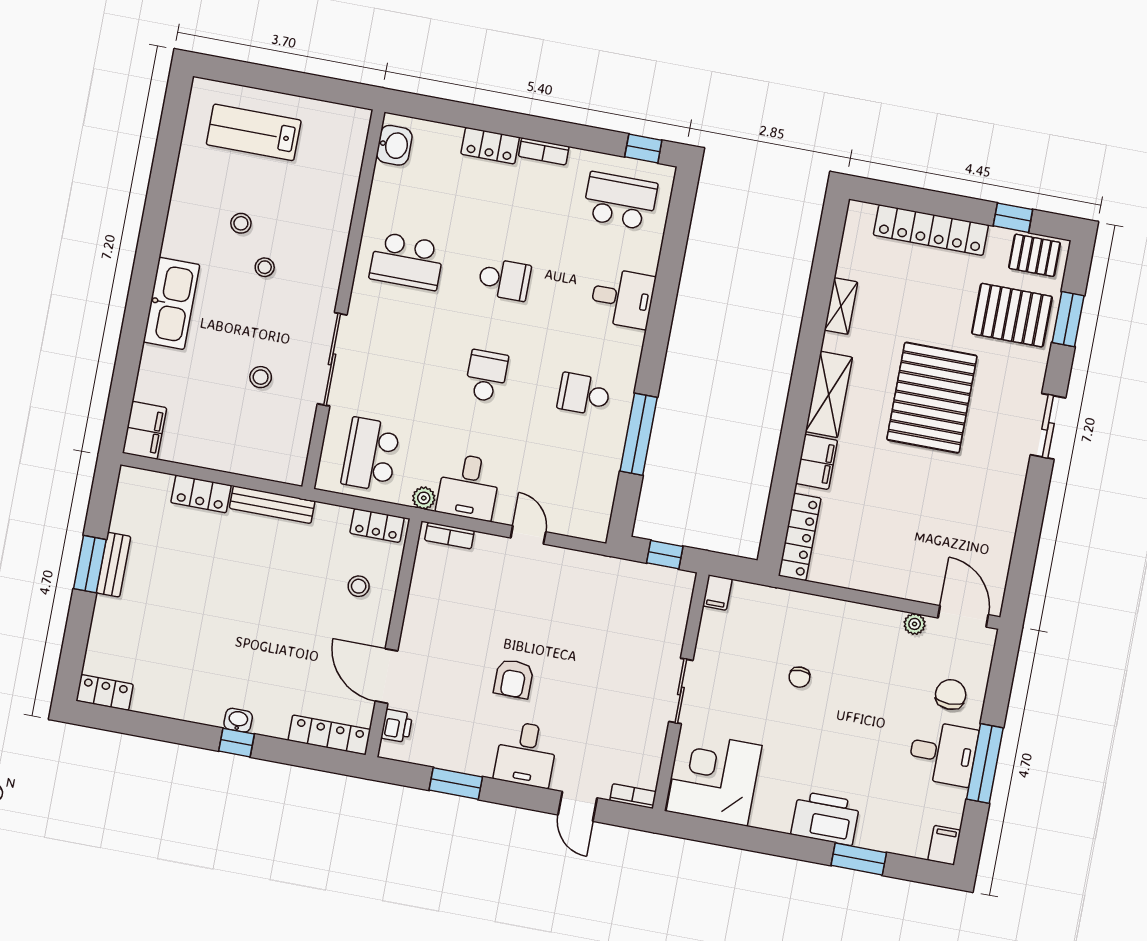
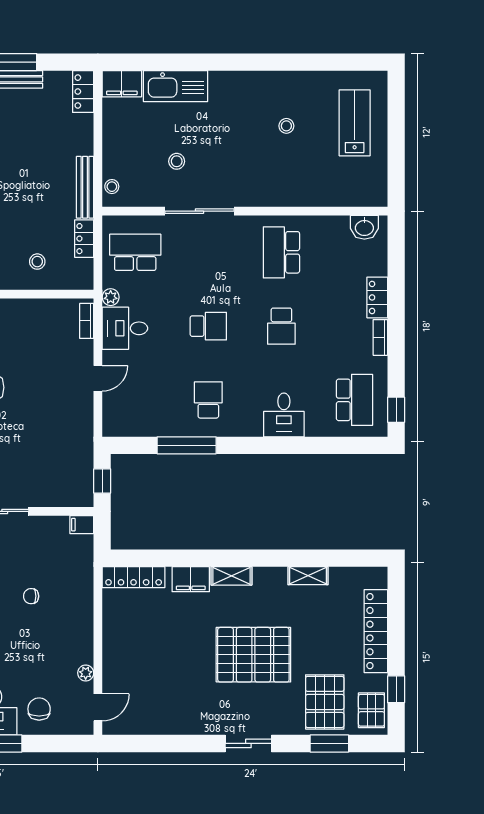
stool: (265, 267) -> (112, 187), moved
kitchen sink: (171, 303) -> (175, 86), moved
shelving: (829, 394) -> (231, 576), width x0.67, depth x0.75
locker: (201, 494) -> (83, 92), moved
locker: (377, 525) -> (84, 239), moved
door: (963, 616) -> (98, 707), width x0.73
chair: (951, 695) -> (39, 709), turned -90

